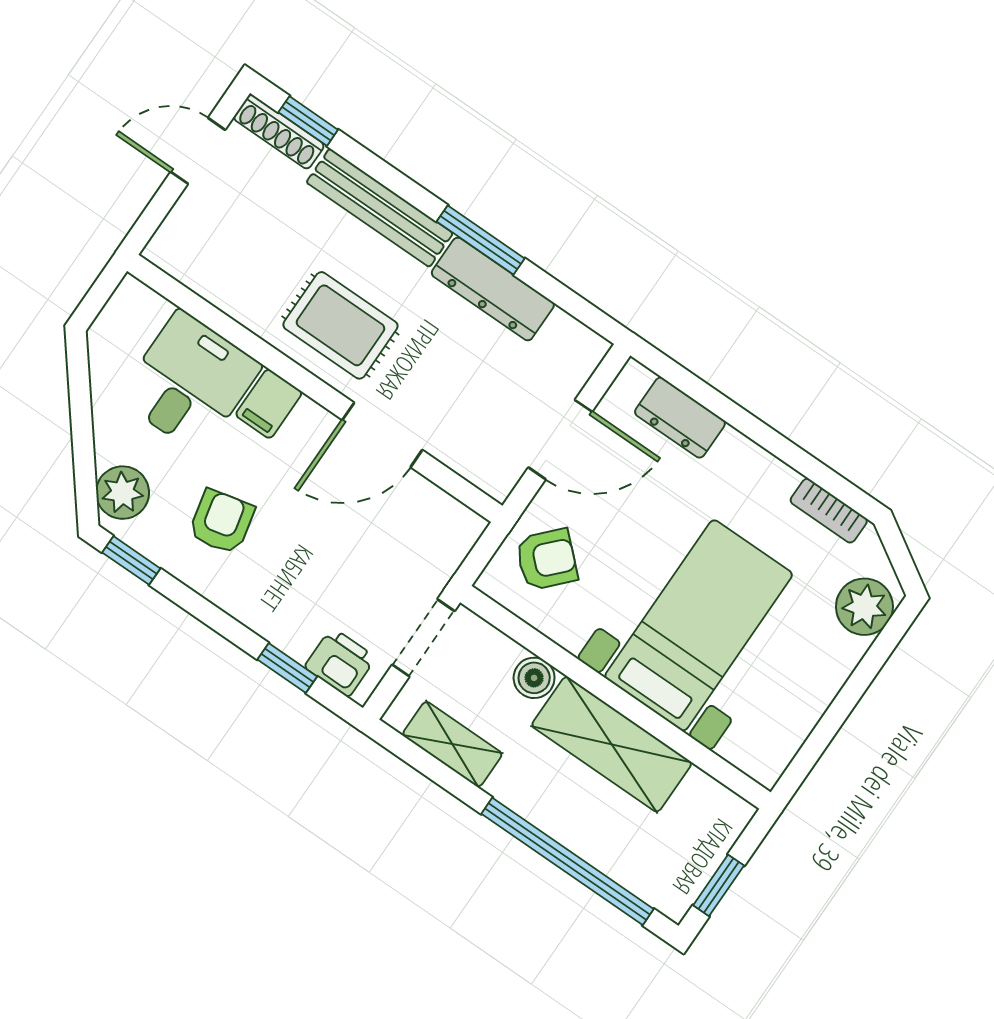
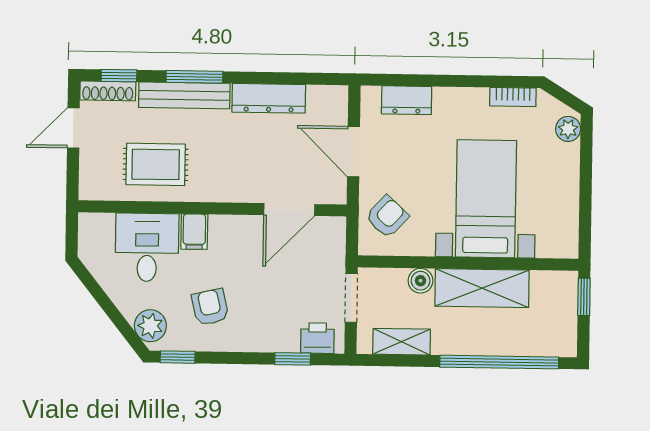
window: (481, 240) -> (194, 77), moved
rug: (340, 325) -> (156, 164), moved
door: (382, 435) -> (289, 210), moved
door: (560, 440) -> (353, 152), swing flipped
plant: (864, 607) -> (568, 129), width x0.73, depth x0.73
window: (719, 885) -> (584, 297), moved

